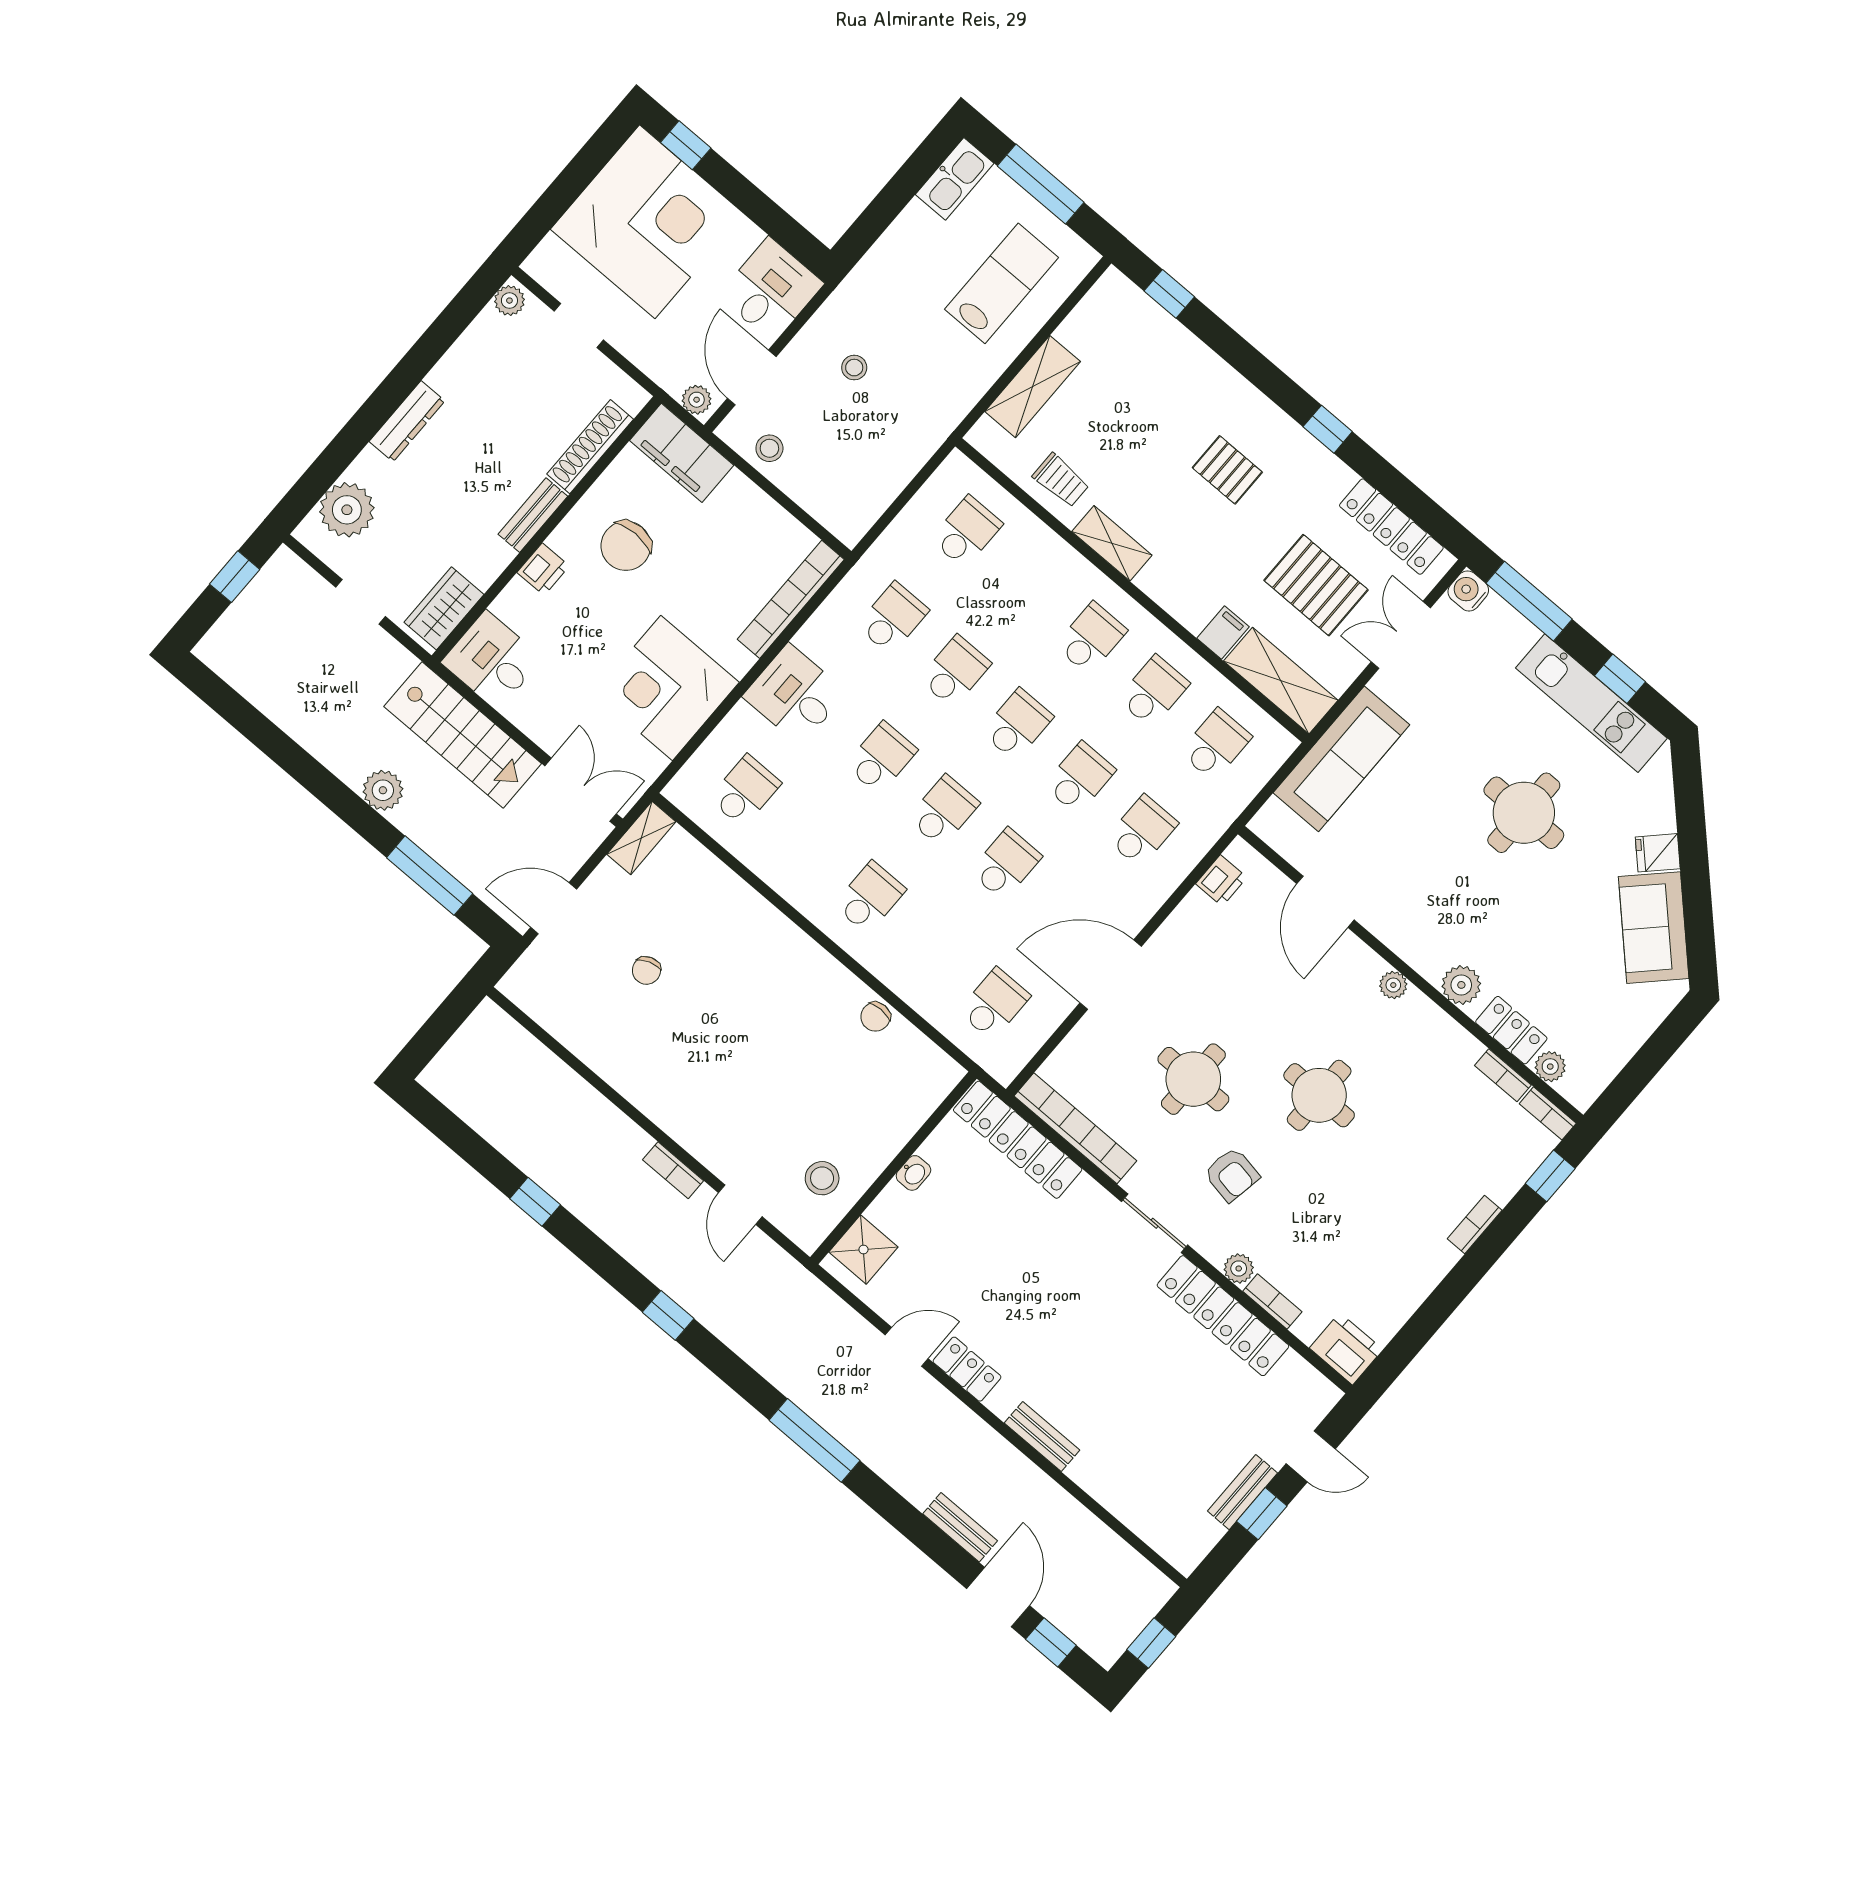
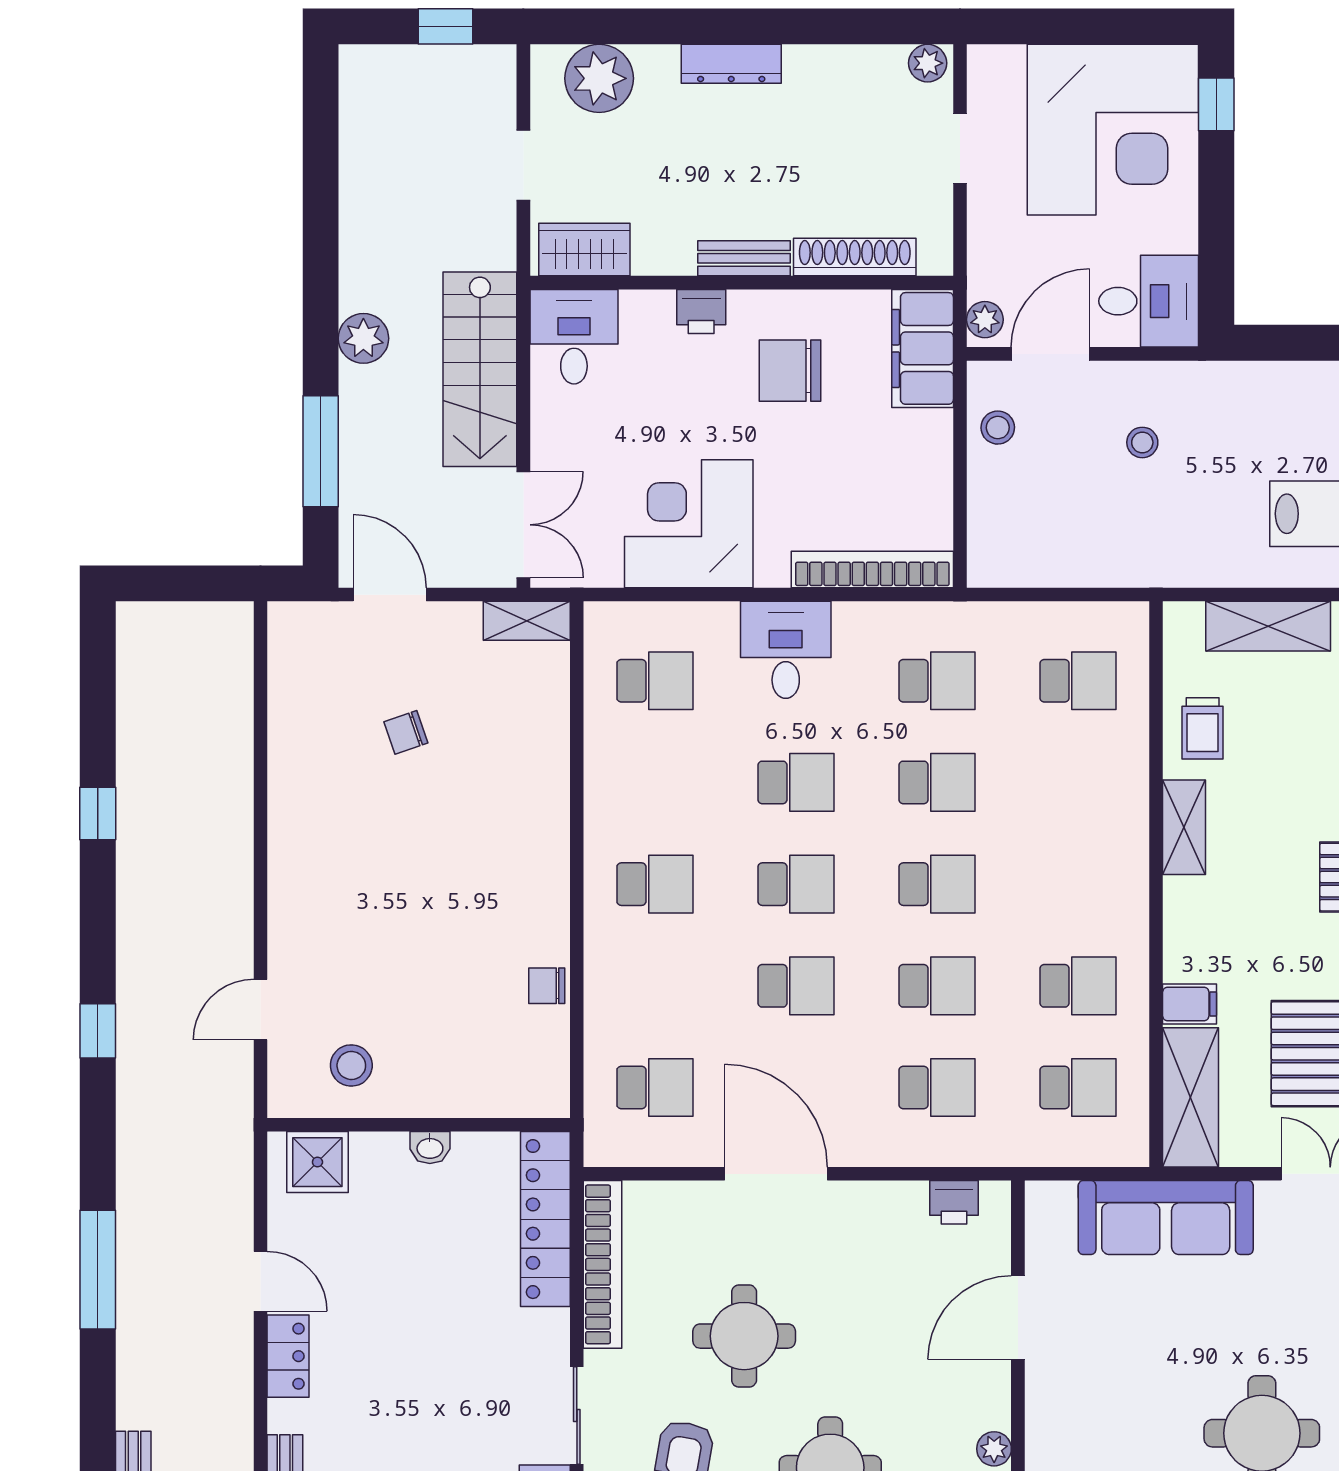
school desk: (1091, 638) -> (1078, 884), removed
bookcase: (673, 1170) -> (239, 918), removed

